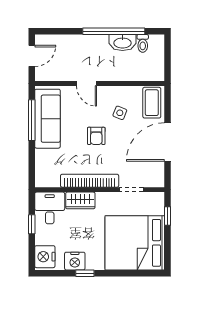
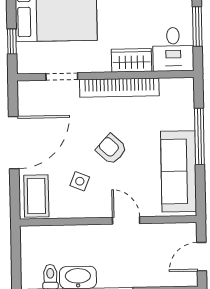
window: (32, 120) -> (199, 136), moved
armchair: (96, 136) -> (111, 149), turned -47
window: (32, 224) -> (197, 27), width x1.50

